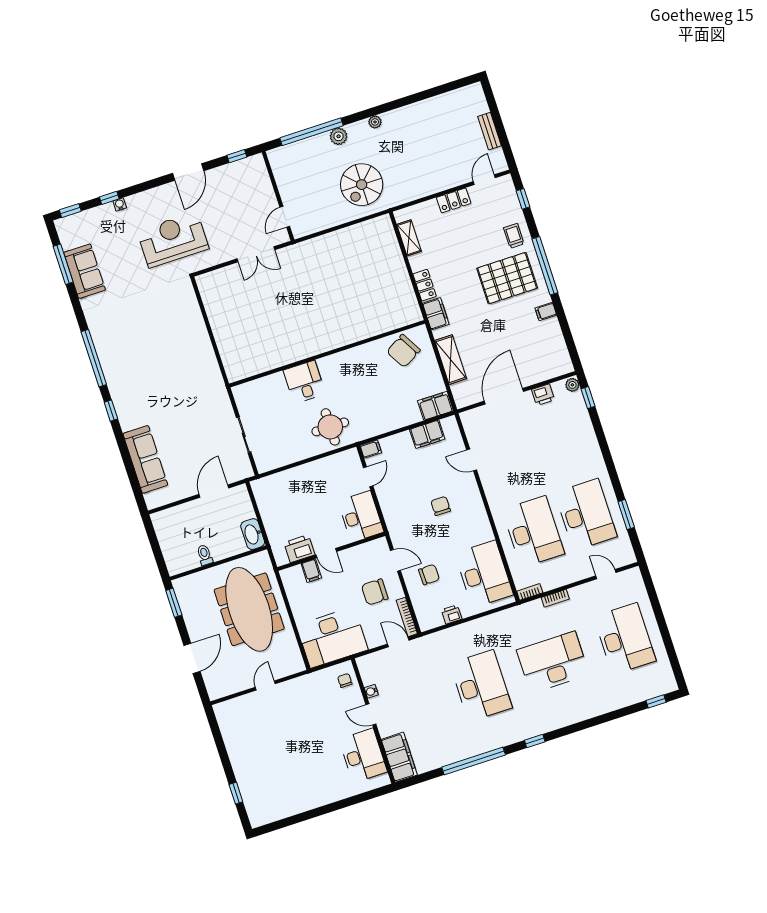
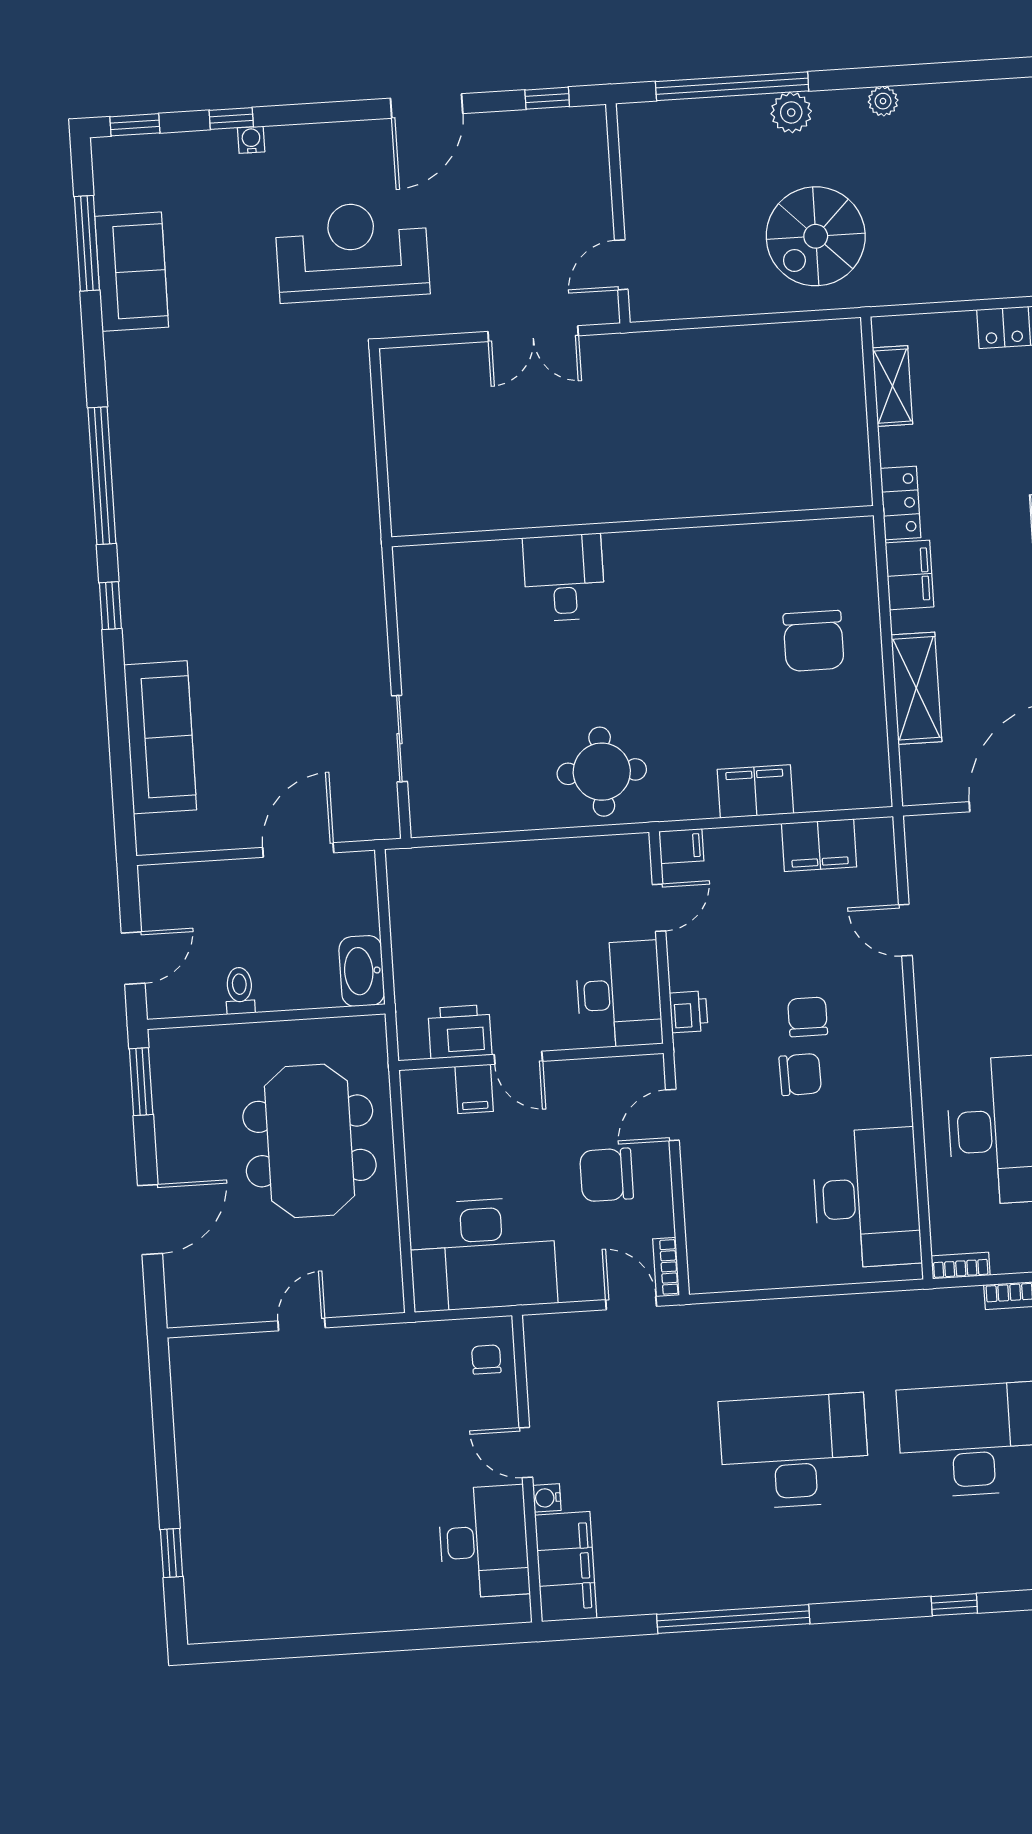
chair: (403, 351) -> (814, 641), turned -60
wall: (327, 354) -> (632, 526), moved
desk: (304, 382) -> (564, 578), moved
filing cabinet: (435, 406) -> (755, 791), moved
door: (157, 553) -> (133, 958), added
door: (395, 560) -> (672, 1115), swing flipped
chair: (429, 575) -> (800, 1074), moved
meeting table: (249, 609) -> (310, 1141), width x0.73
printer: (452, 614) -> (689, 1012), moved, turned 90
bookcase: (407, 617) -> (666, 1267), width x0.64
desk: (481, 686) -> (794, 1451), turned -90
water cooler: (371, 691) -> (547, 1498), moved
window: (535, 741) -> (954, 1605), moved

